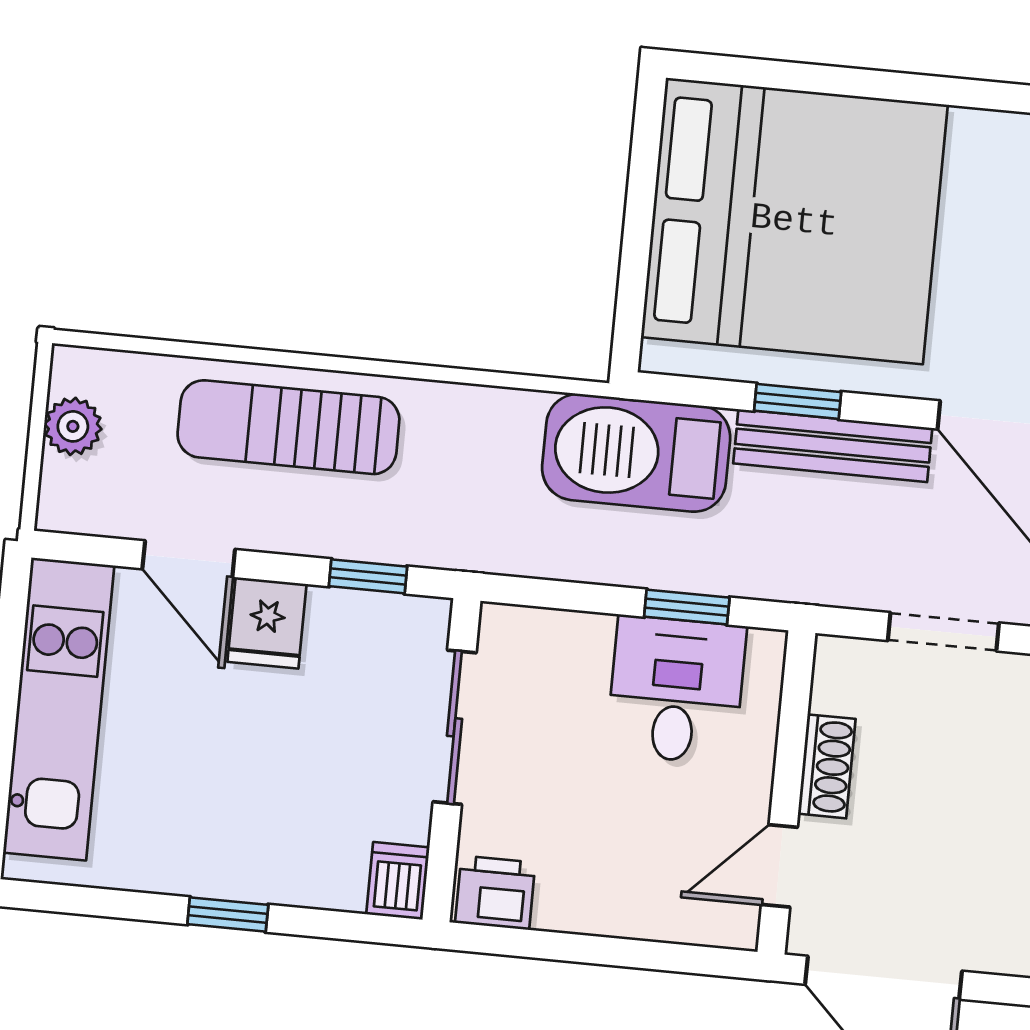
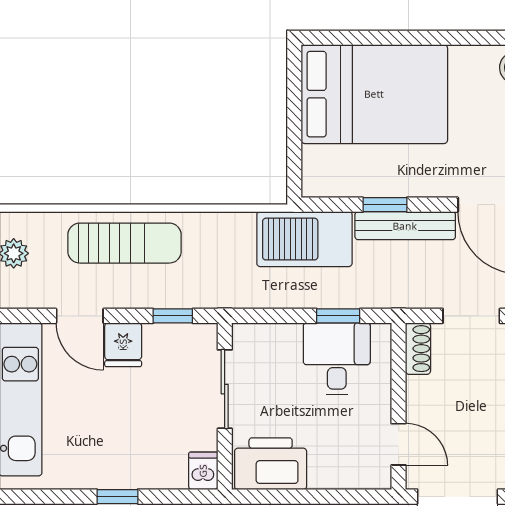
bed: (794, 221) -> (374, 94), width x0.73
sun lounger: (288, 427) -> (125, 243), turned 180
shoe rack: (827, 766) -> (418, 349), moved
door: (779, 866) -> (399, 444), swing flipped
printer: (495, 893) -> (271, 464), width x1.87, depth x1.48

